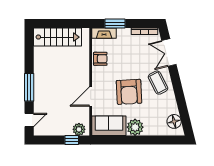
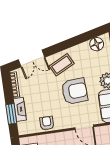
fireplace: (104, 33) -> (20, 109), moved

